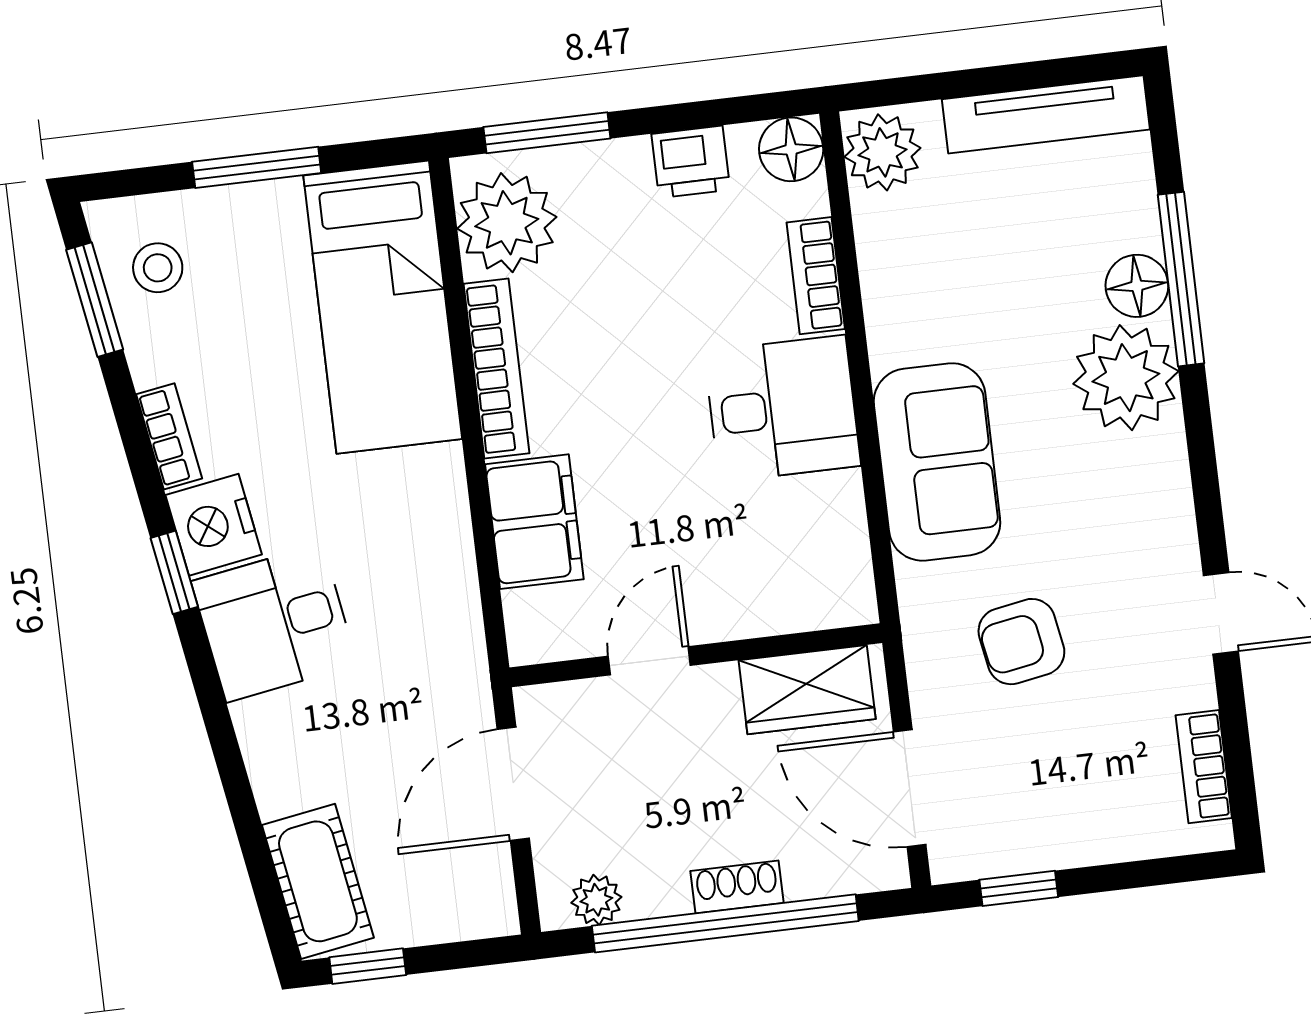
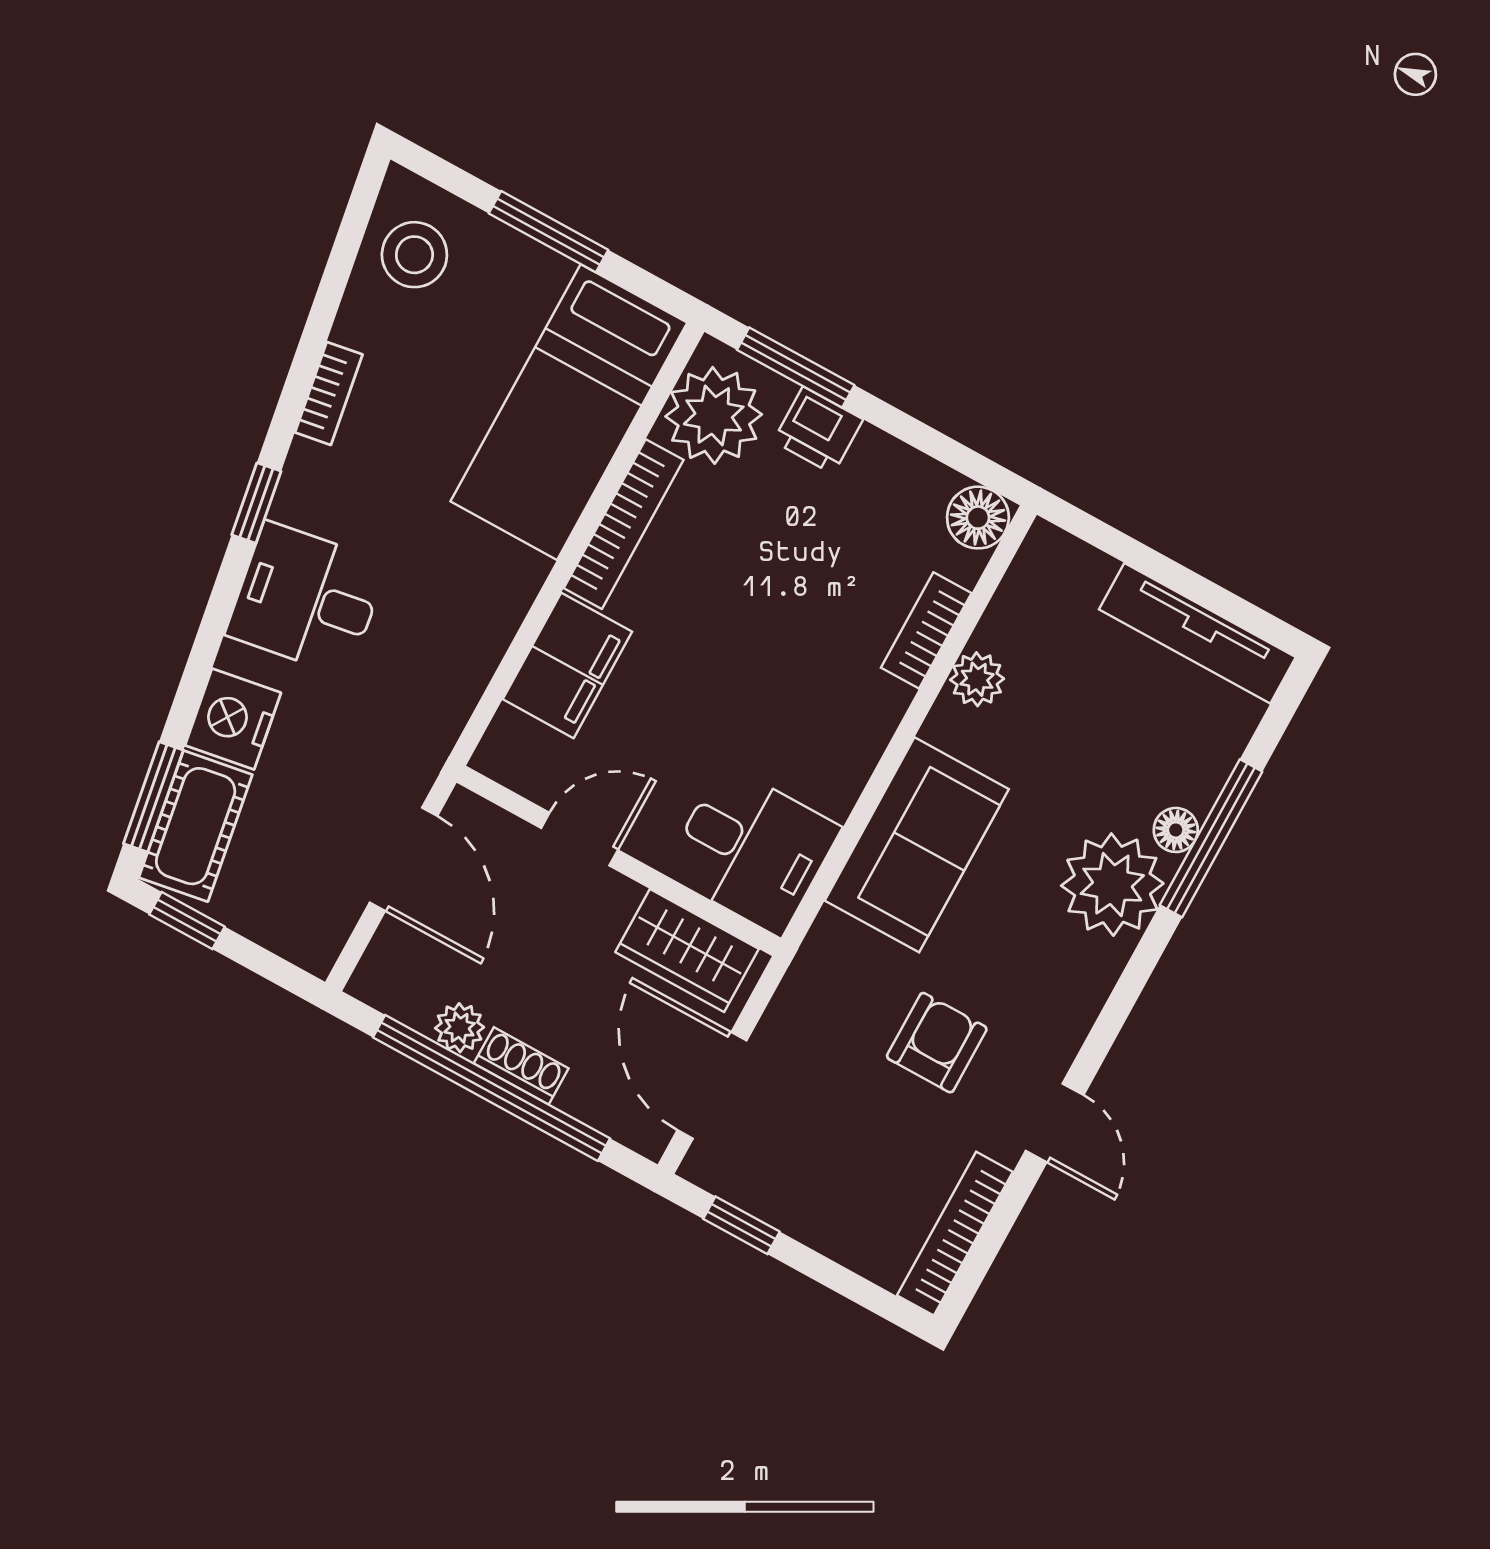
plant: (883, 152) -> (977, 679), moved, width x0.73, depth x0.73
printer: (691, 162) -> (818, 430), moved
stool: (158, 268) -> (414, 255), width x1.37, depth x1.37
floor lamp: (1137, 286) -> (1176, 830), width x0.73, depth x0.73
window: (95, 300) -> (153, 797), moved
desk: (782, 409) -> (752, 850), moved
nightstand: (214, 525) -> (233, 719), moved
armchair: (1021, 642) -> (937, 1043), moved, turned 100
bookcase: (1204, 767) -> (955, 1234), width x1.56
door: (513, 784) -> (404, 859), swing flipped
plant: (596, 900) -> (460, 1028), moved

